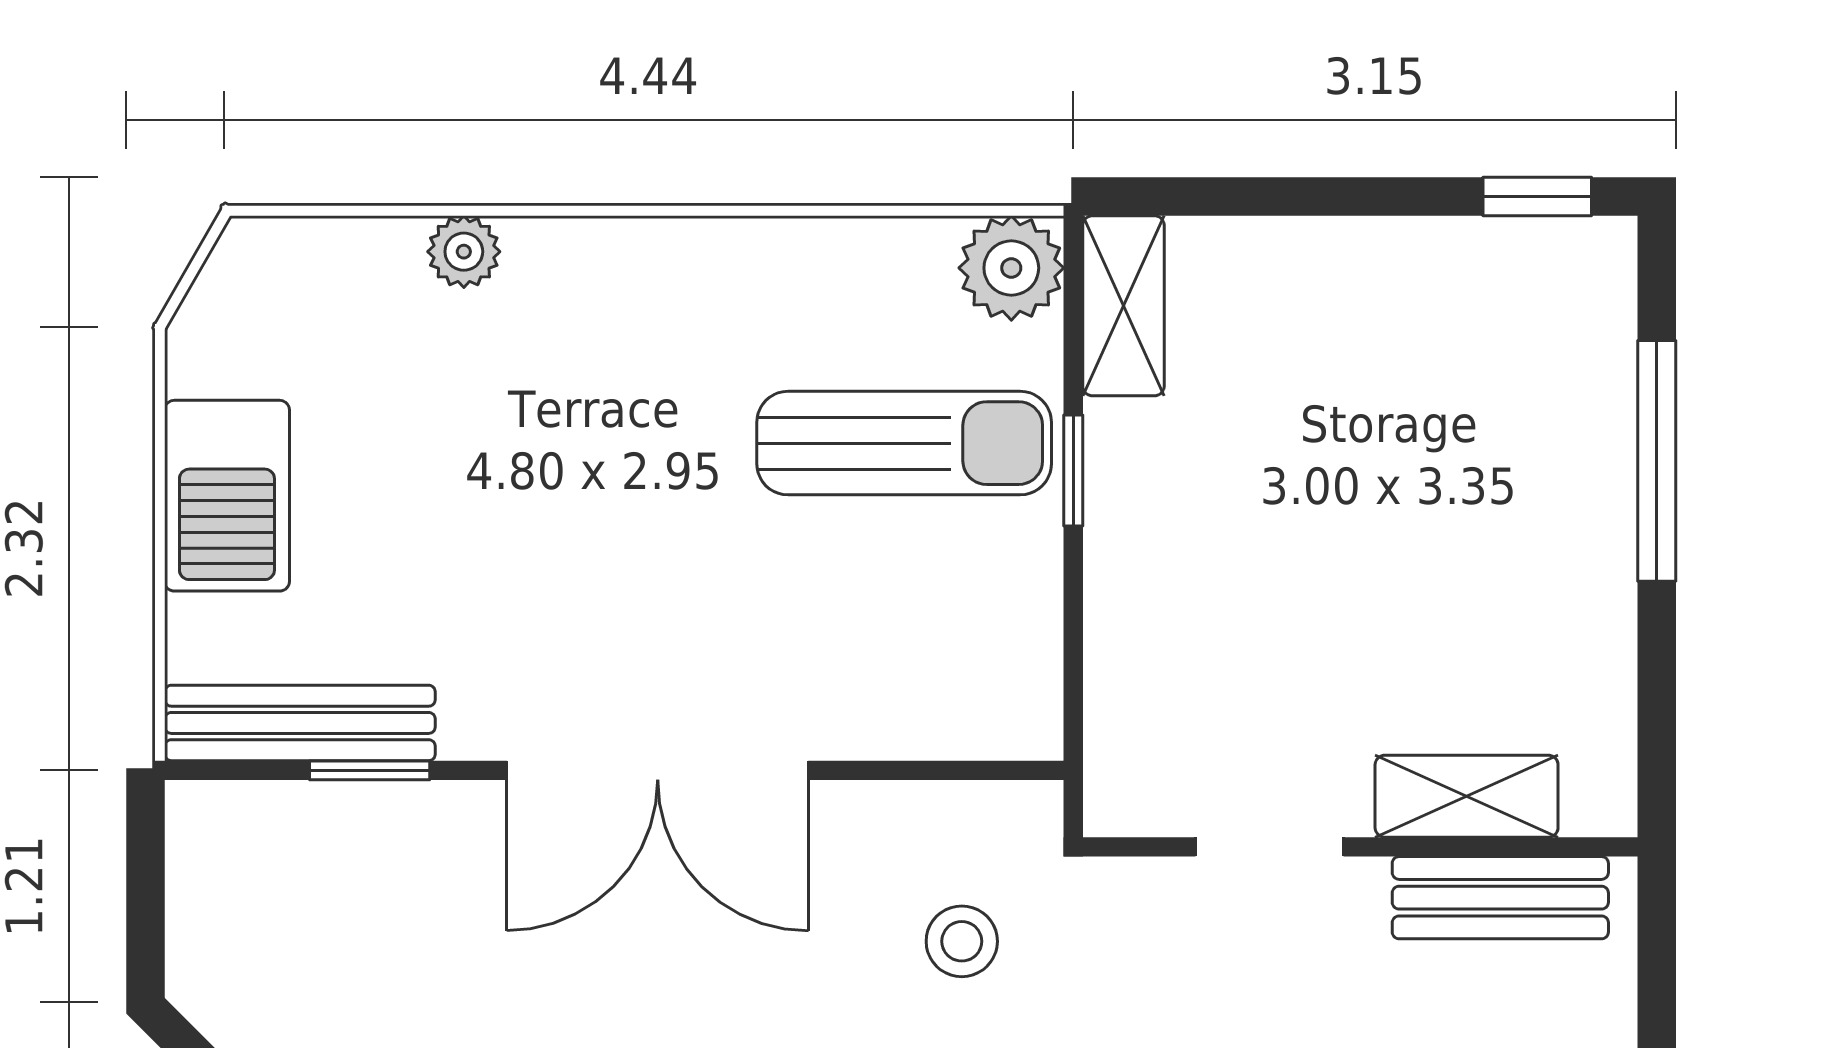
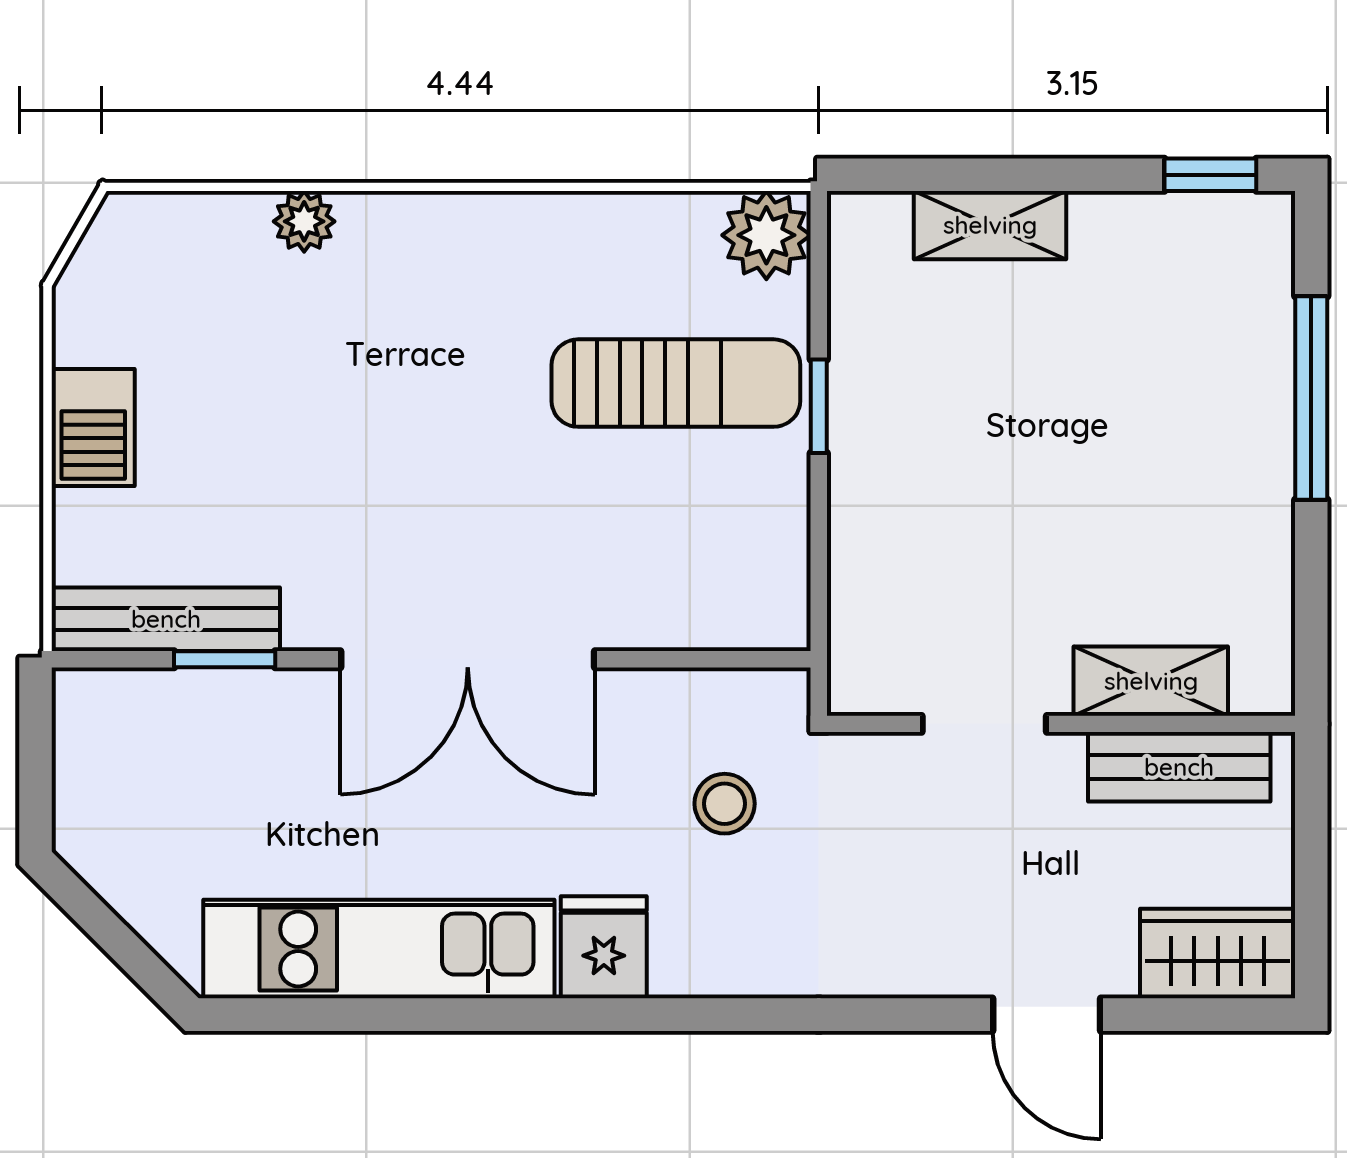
shelving: (1123, 306) -> (990, 225), moved, turned 90
barbecue: (227, 496) -> (93, 427), width x0.73, depth x0.79

